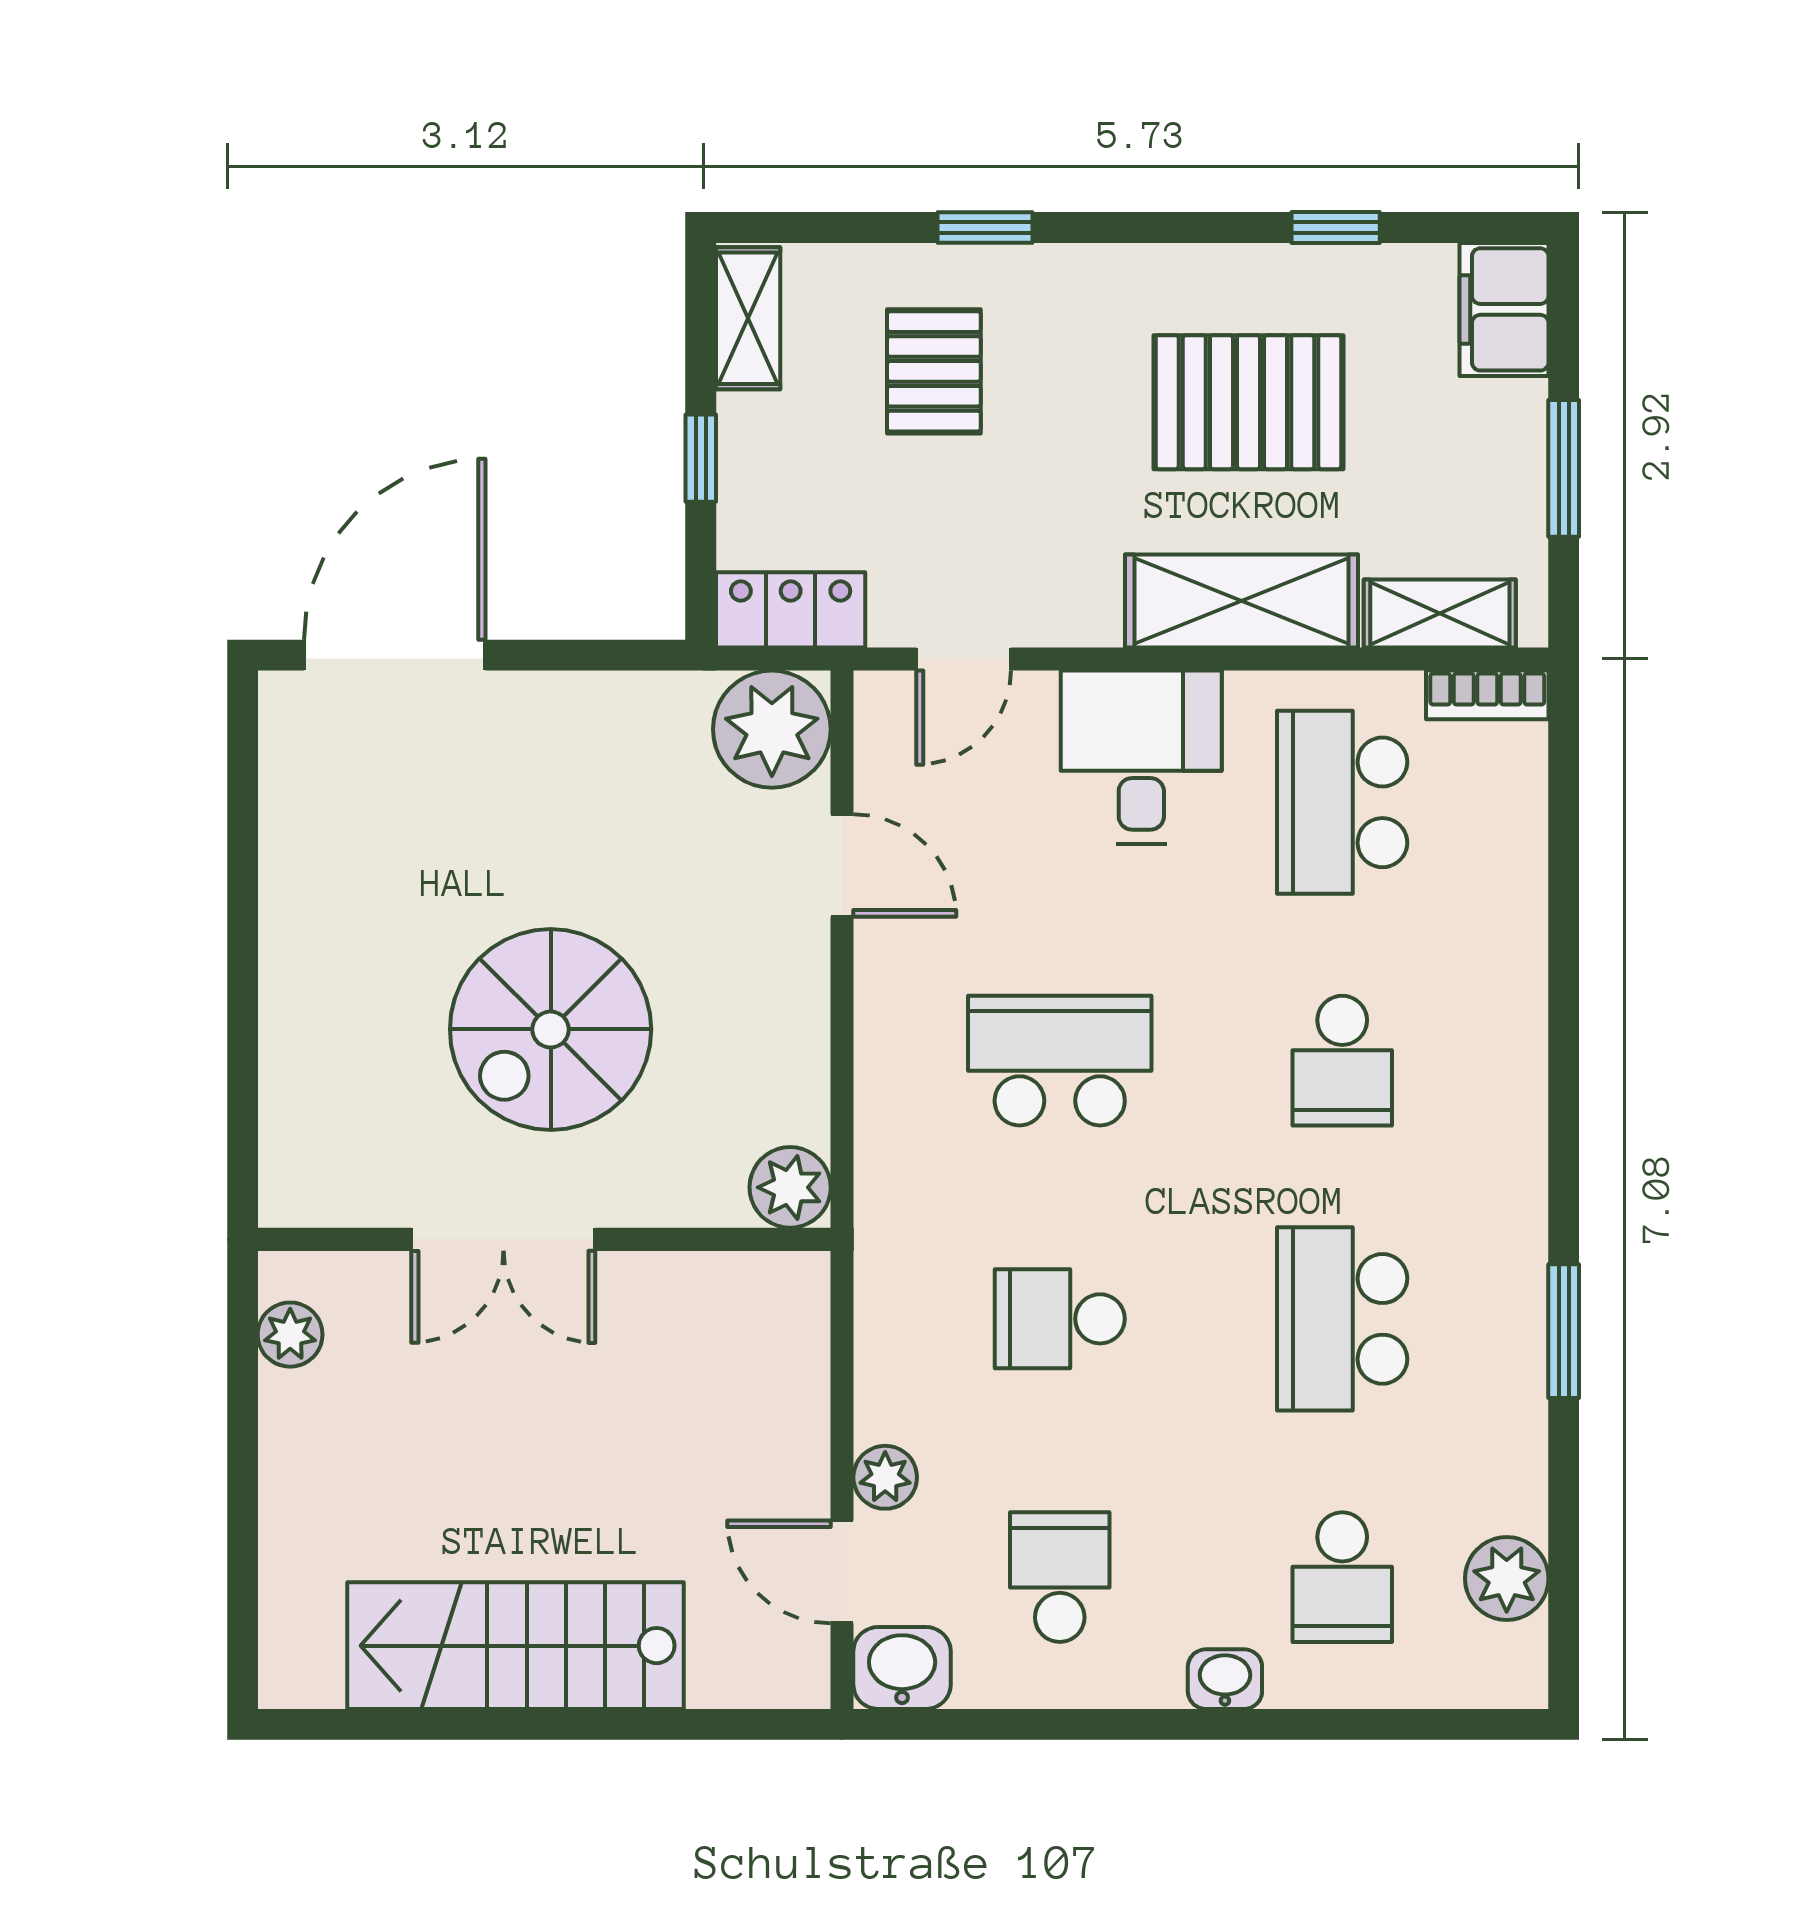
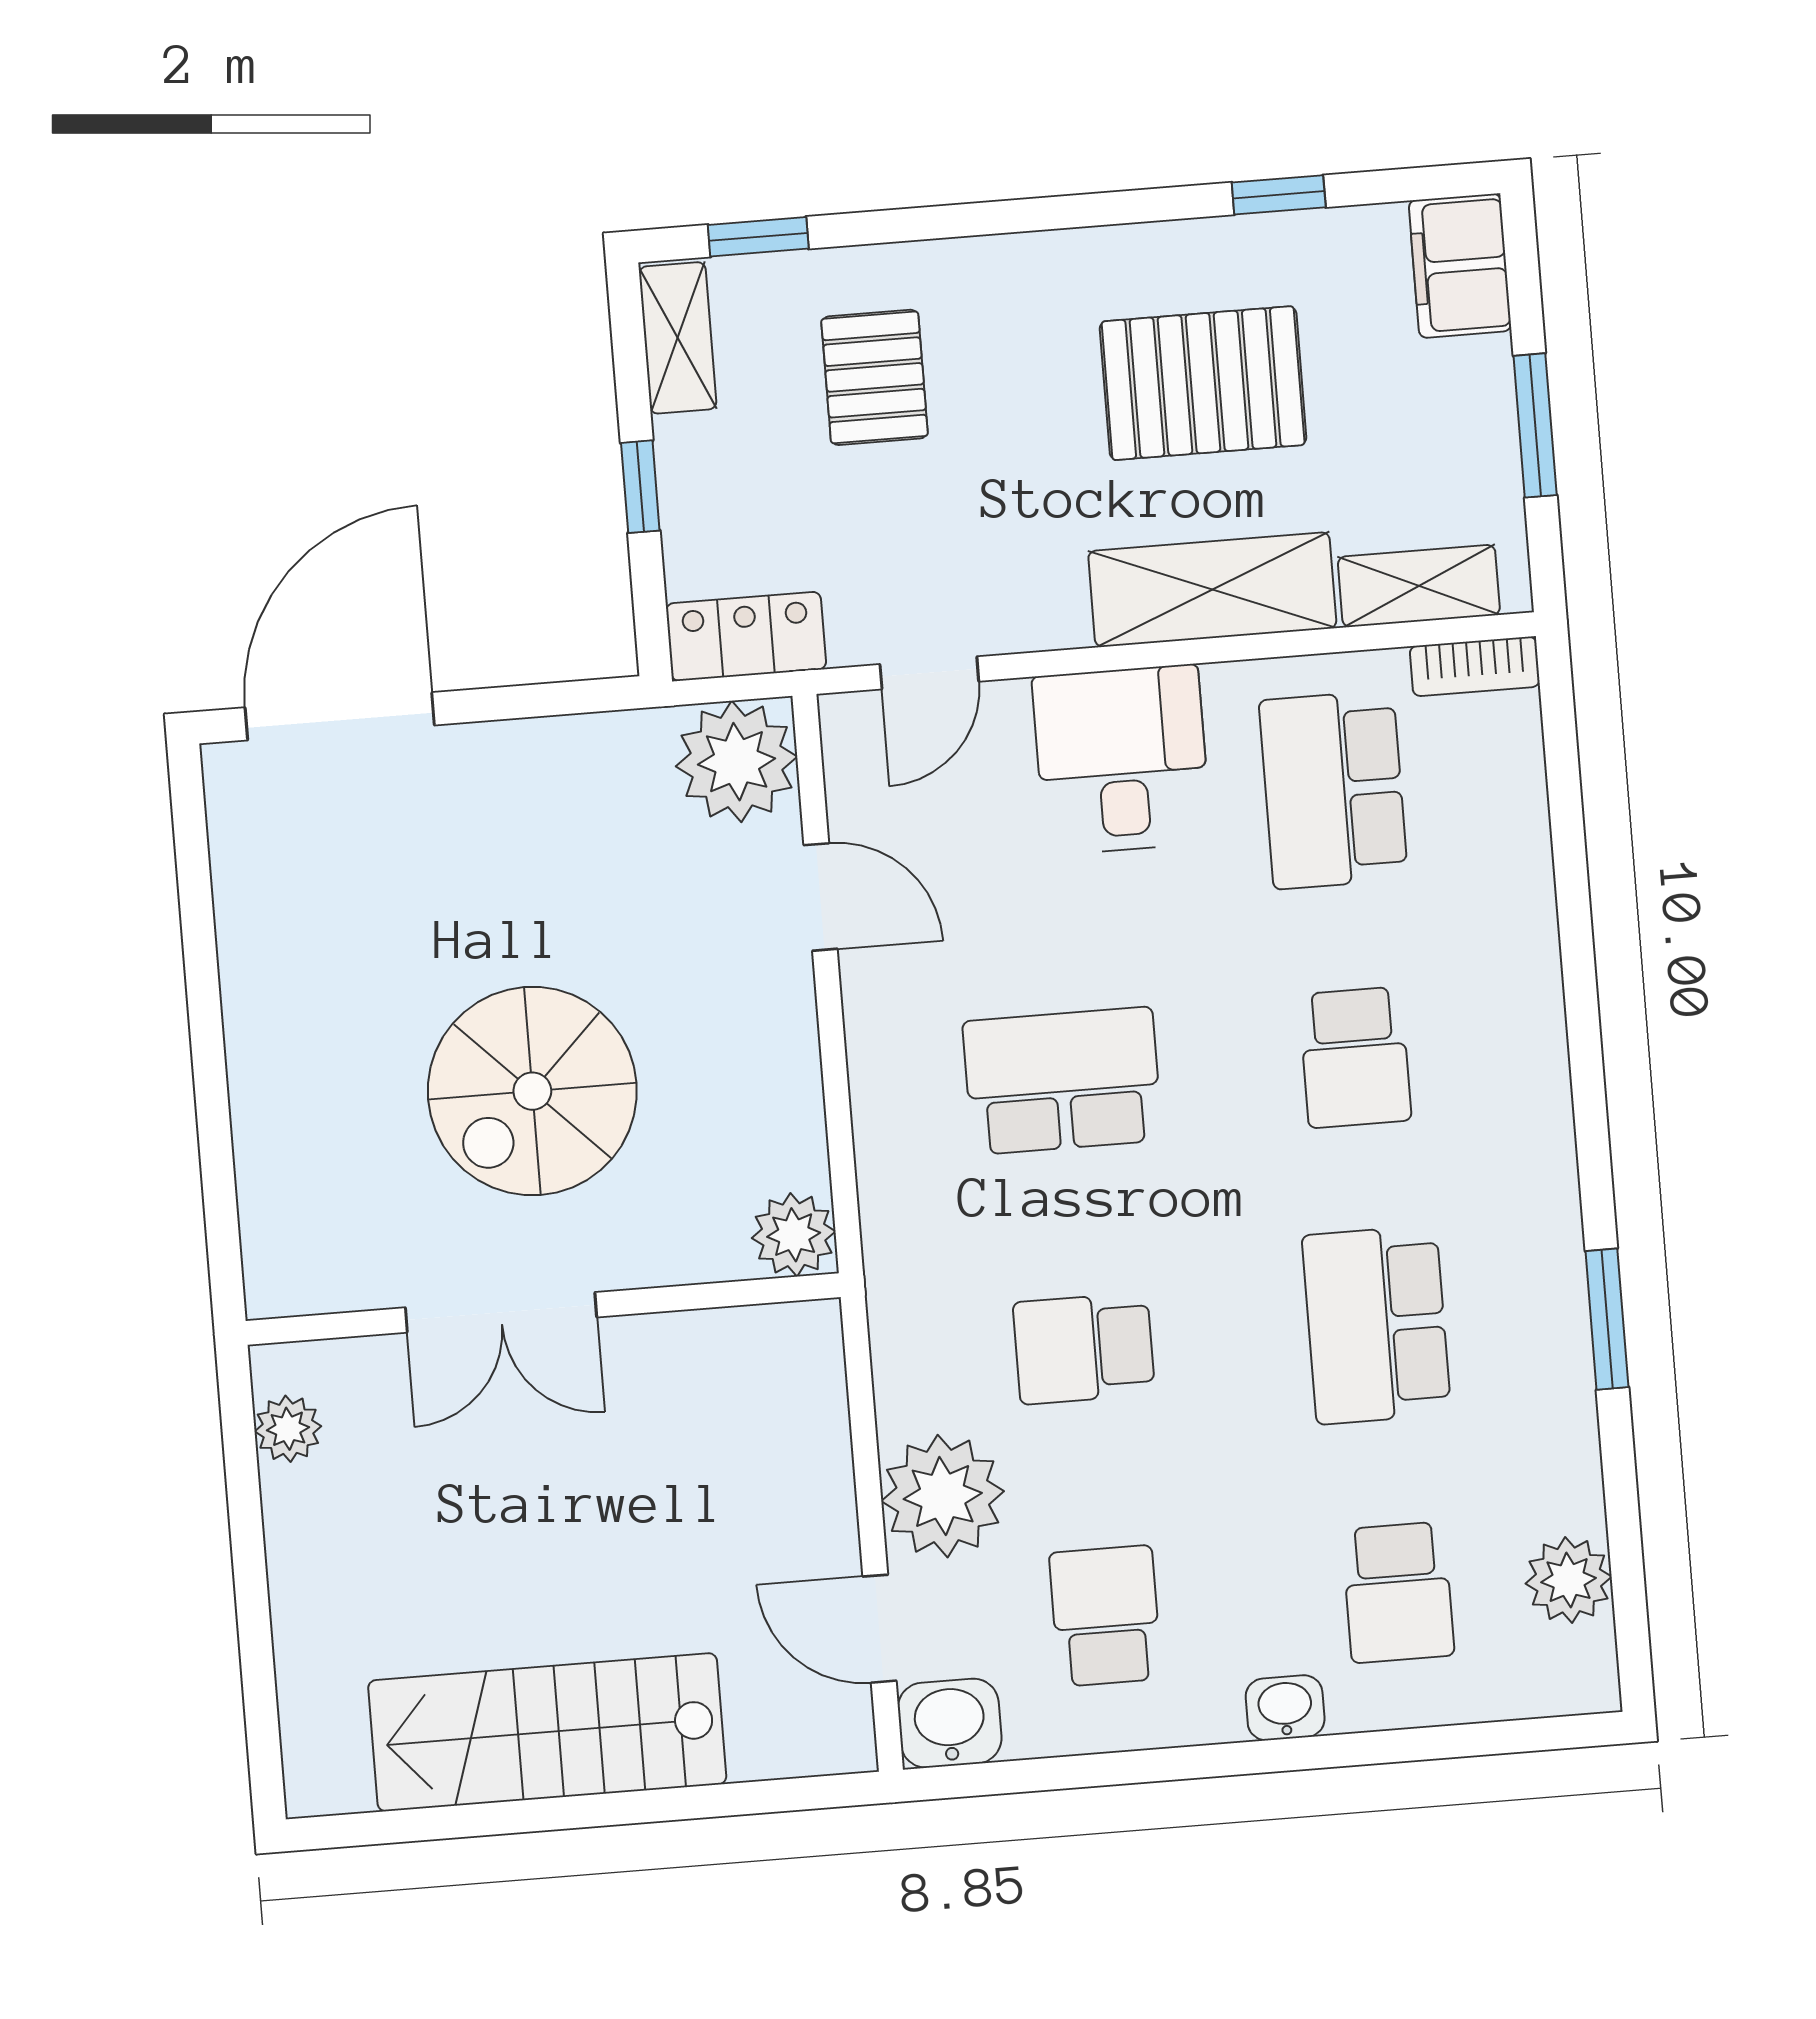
window: (985, 227) -> (758, 237), moved
plant: (885, 1477) -> (943, 1496), width x1.88, depth x1.88

